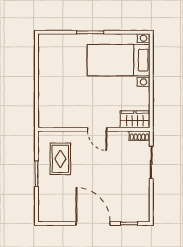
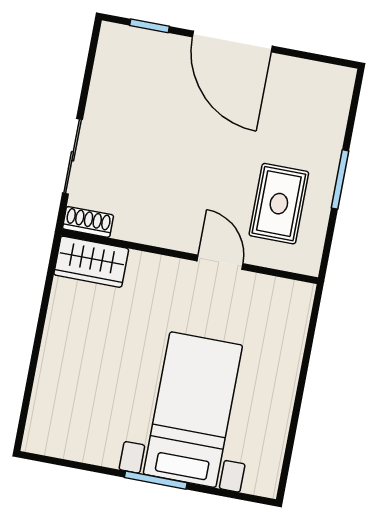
bed with nightstands: (119, 60) -> (193, 410), moved, turned -90
door: (97, 129) -> (220, 262), moved

